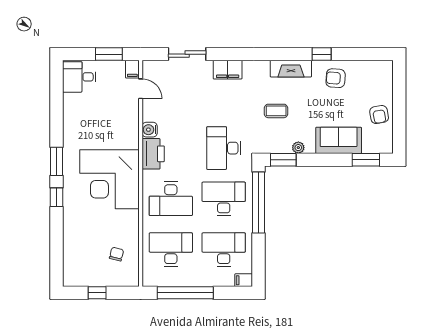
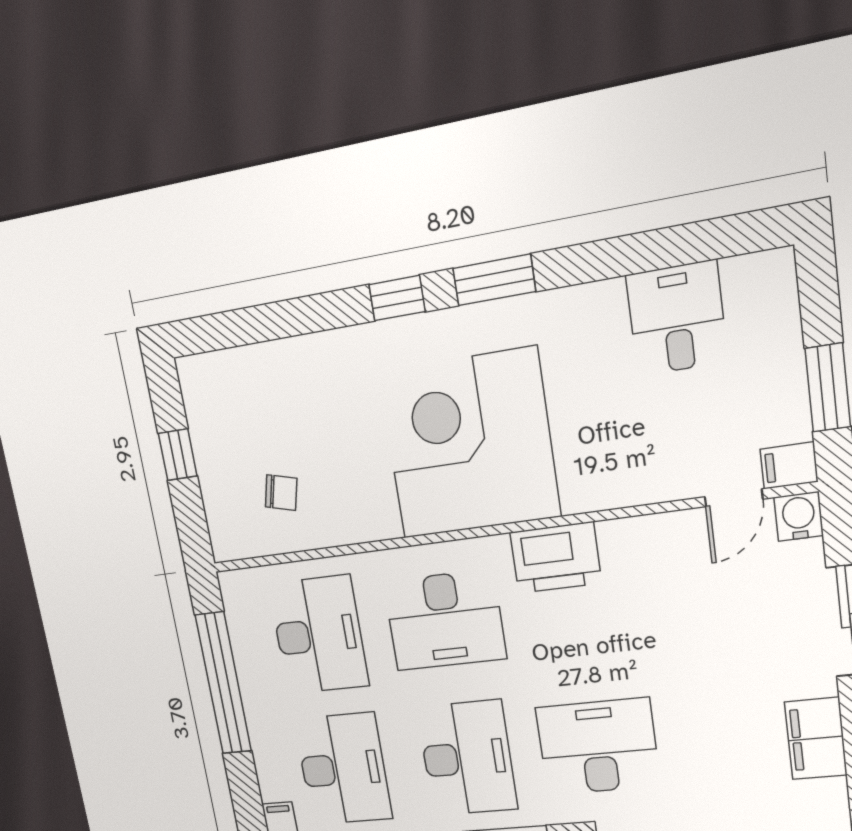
desk: (79, 77) -> (677, 318), moved
water cooler: (150, 130) -> (799, 516), moved
desk: (171, 199) -> (445, 620), turned -90

